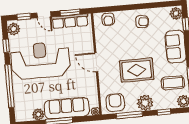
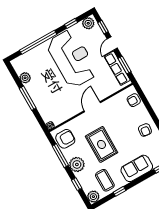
sofa: (67, 108) -> (42, 100), removed

